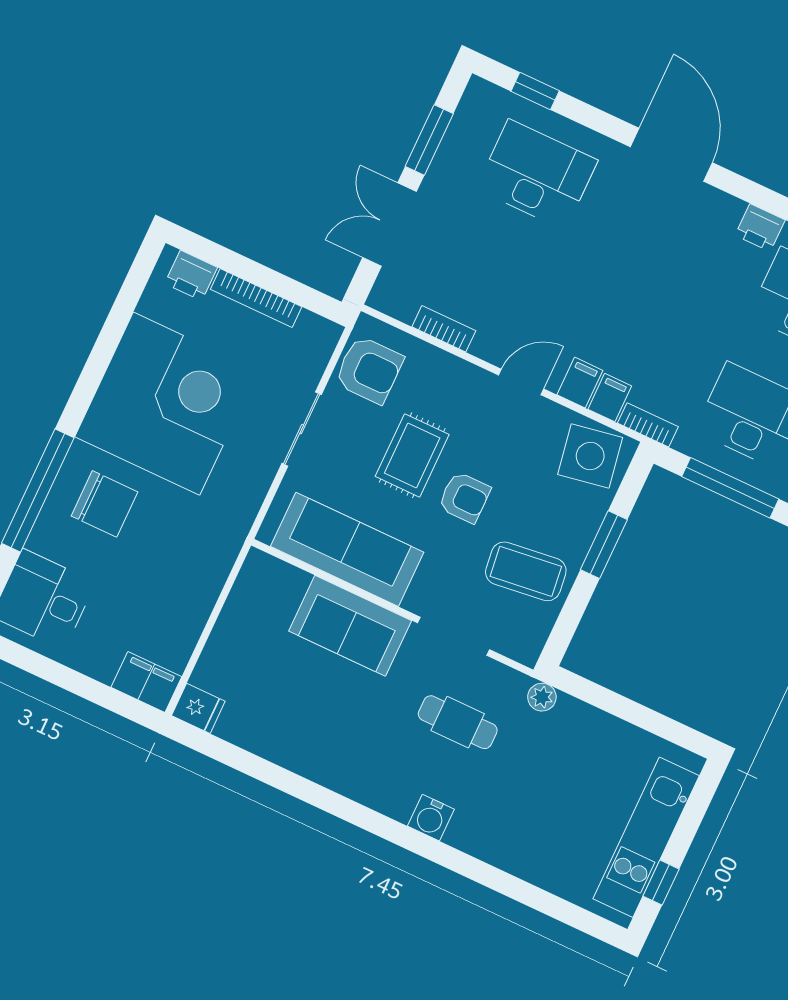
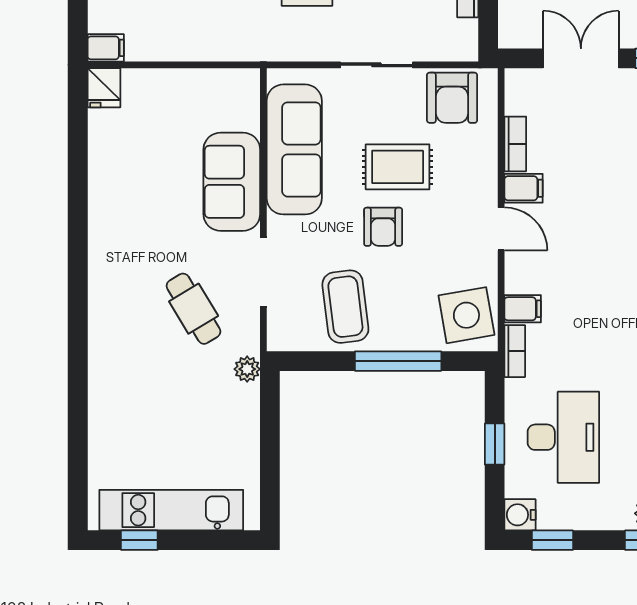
filing cabinet: (580, 383) -> (523, 188), moved
window: (730, 488) -> (495, 444), width x0.46
window: (604, 545) -> (398, 361), width x1.44
filing cabinet: (146, 682) -> (106, 48), width x0.50
cafe table: (458, 722) -> (194, 309), turned -31
water cooler: (431, 818) -> (104, 323), removed

